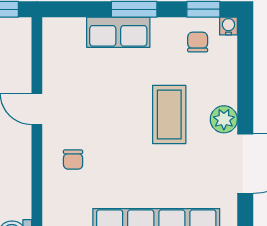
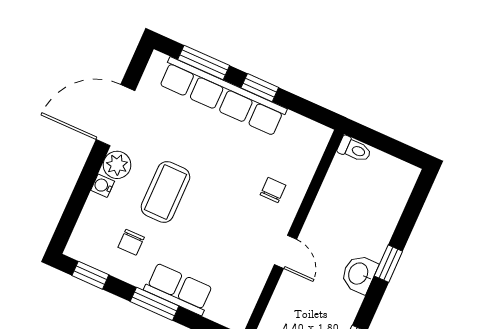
water cooler: (228, 26) -> (103, 186), moved, turned 90
chair: (198, 42) -> (131, 242), moved

